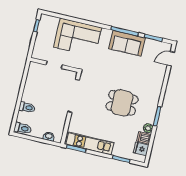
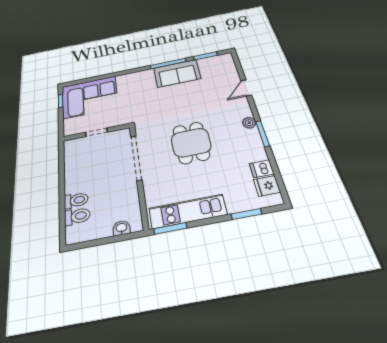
corner sofa: (77, 37) -> (90, 97), moved
door: (171, 59) -> (246, 88), moved
dining table: (122, 103) -> (191, 143), moved, turned 90
toilet: (23, 128) -> (77, 216), moved
plant: (148, 128) -> (249, 123), moved

